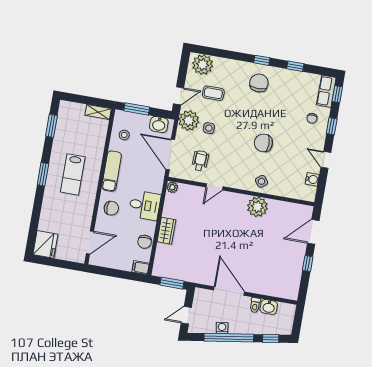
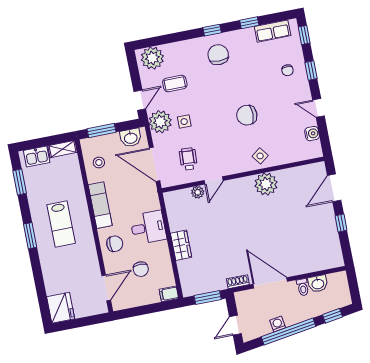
row of seats: (326, 91) -> (273, 31), moved, turned -90
kitchen sink: (74, 110) -> (37, 156), added
plant: (172, 187) -> (198, 192), moved
chair: (145, 242) -> (141, 269), moved
shoe rack: (202, 280) -> (238, 282), added

